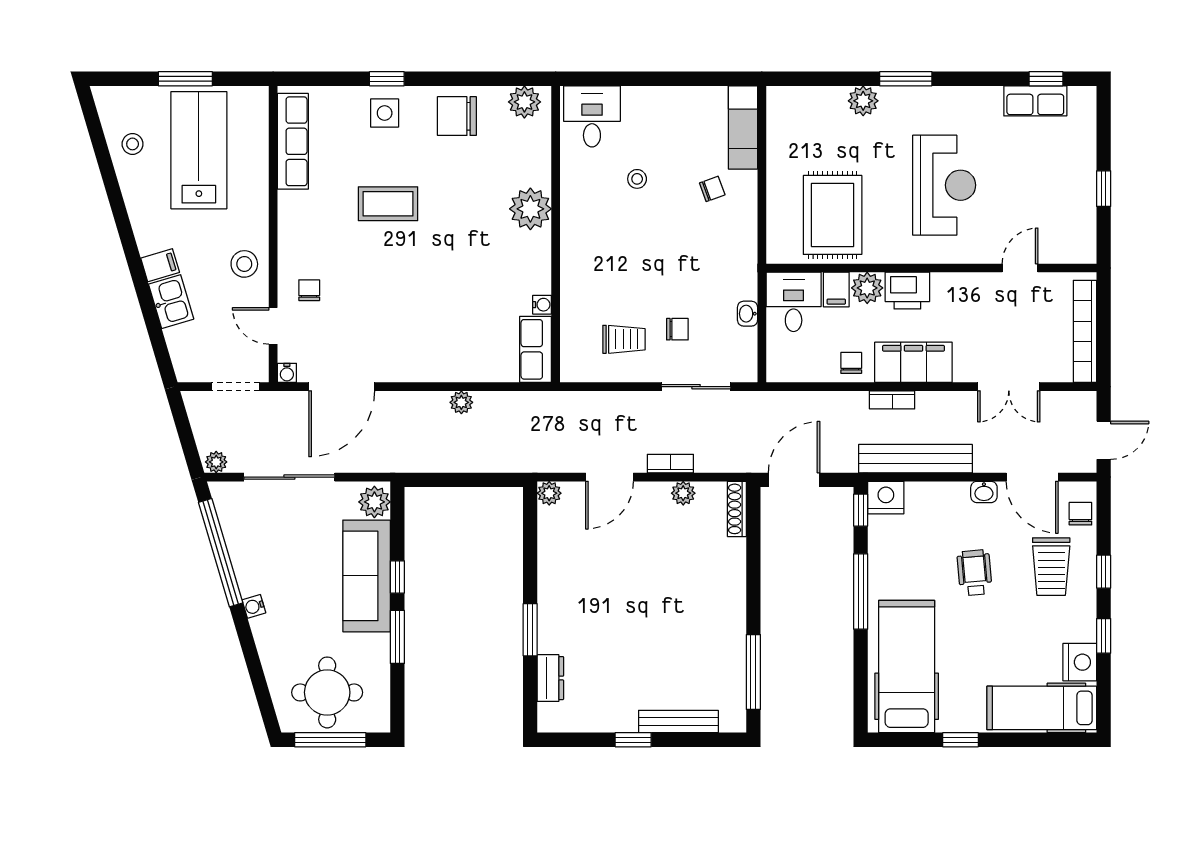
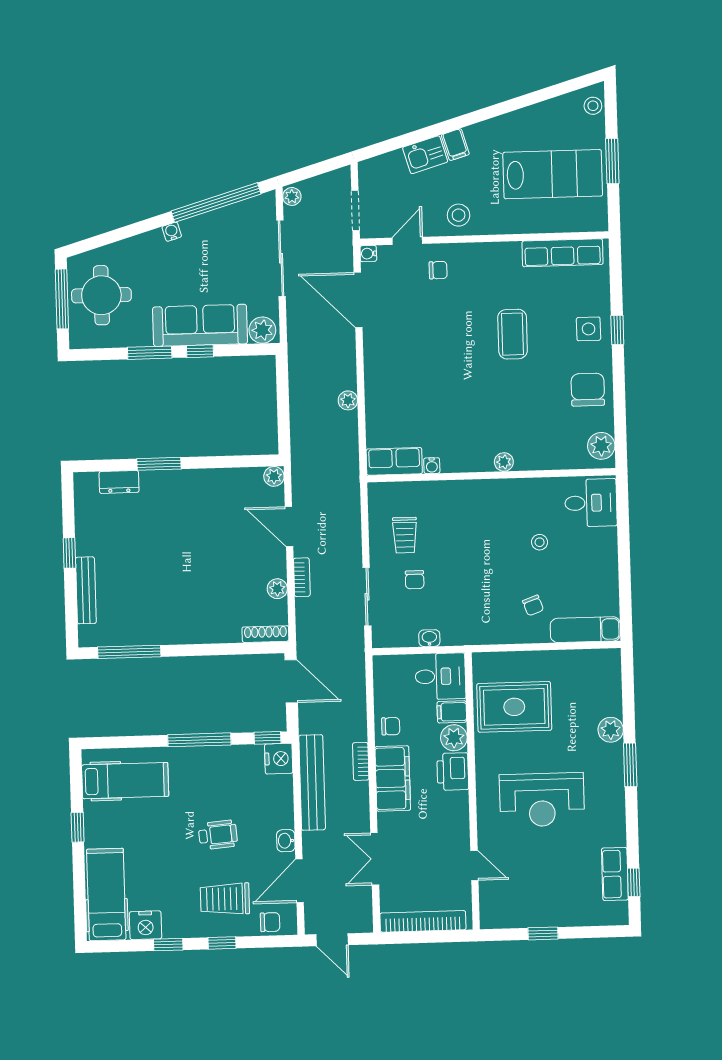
stool: (133, 144) -> (593, 106), moved
plant: (530, 209) -> (504, 462), width x0.53, depth x0.53
hospital bed: (907, 666) -> (125, 781), width x0.73, depth x0.78

